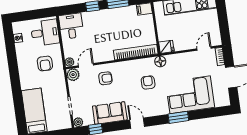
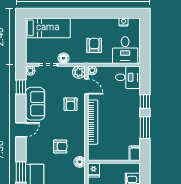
bookcase: (136, 52) -> (93, 122), moved
armchair: (45, 63) -> (94, 45), turned 90
floor lamp: (62, 92) -> (64, 58), added

